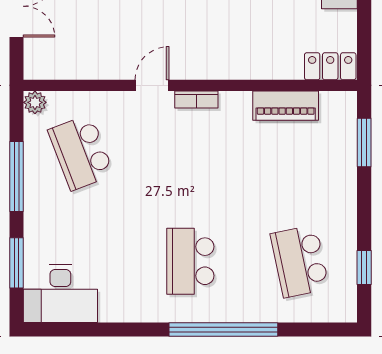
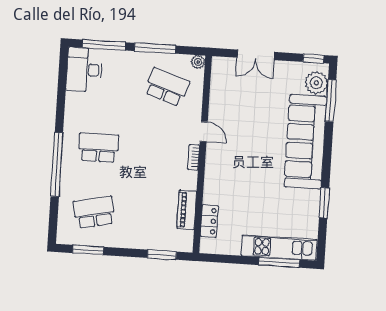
locker: (330, 66) -> (209, 221), moved
school desk: (81, 152) -> (167, 87), turned 39
window: (17, 263) -> (104, 45), width x1.44
window: (364, 268) -> (88, 250), width x1.50

